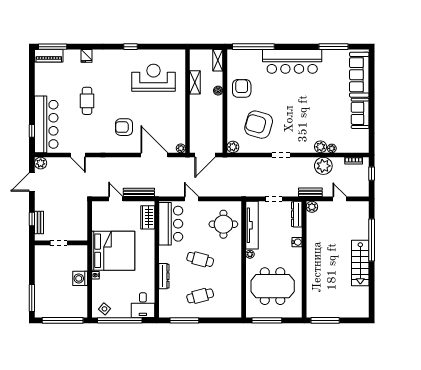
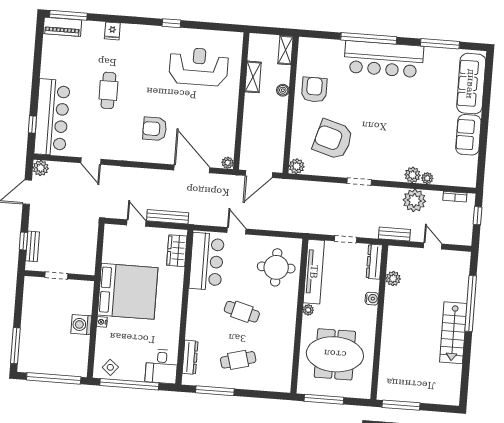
window: (253, 47) -> (369, 38), moved
plant: (312, 207) -> (393, 279), moved
dresser: (164, 276) -> (190, 357), moved

